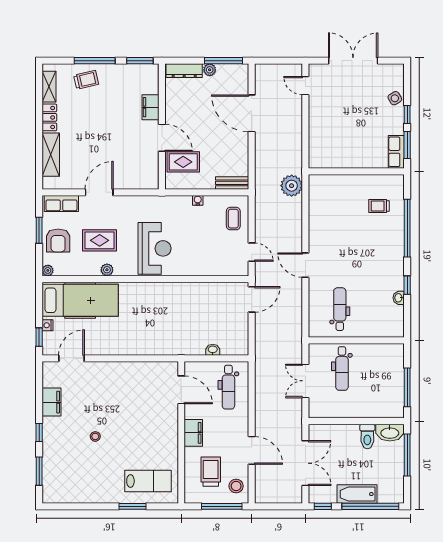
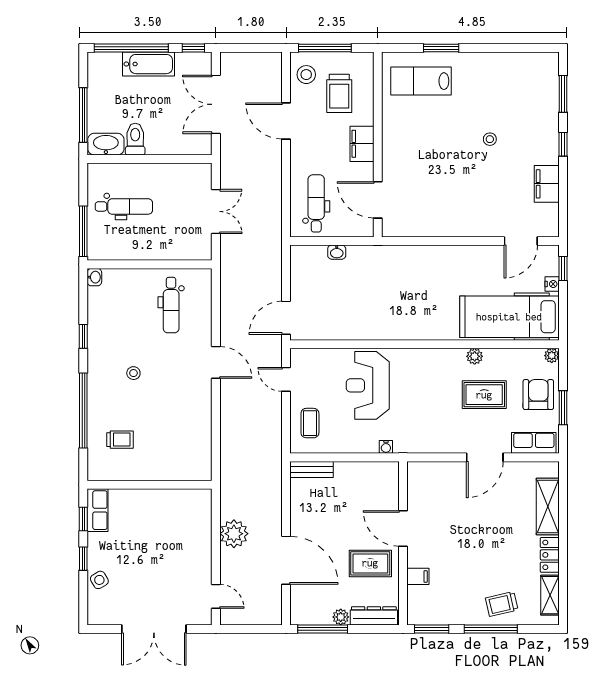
filing cabinet: (150, 107) -> (418, 576), width x0.50
window: (407, 145) -> (83, 519), width x0.67
rug: (183, 162) -> (370, 563), moved
plant: (292, 186) -> (234, 534), moved
water cooler: (198, 200) -> (386, 447), moved
reception desk: (155, 248) -> (368, 385), moved
stool: (369, 257) -> (133, 373), added
washbasin: (399, 298) -> (94, 277), moved
dental chair: (342, 369) -> (124, 206), moved, turned 90
window: (407, 387) -> (83, 231), moved

